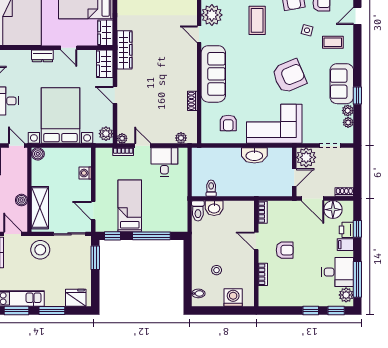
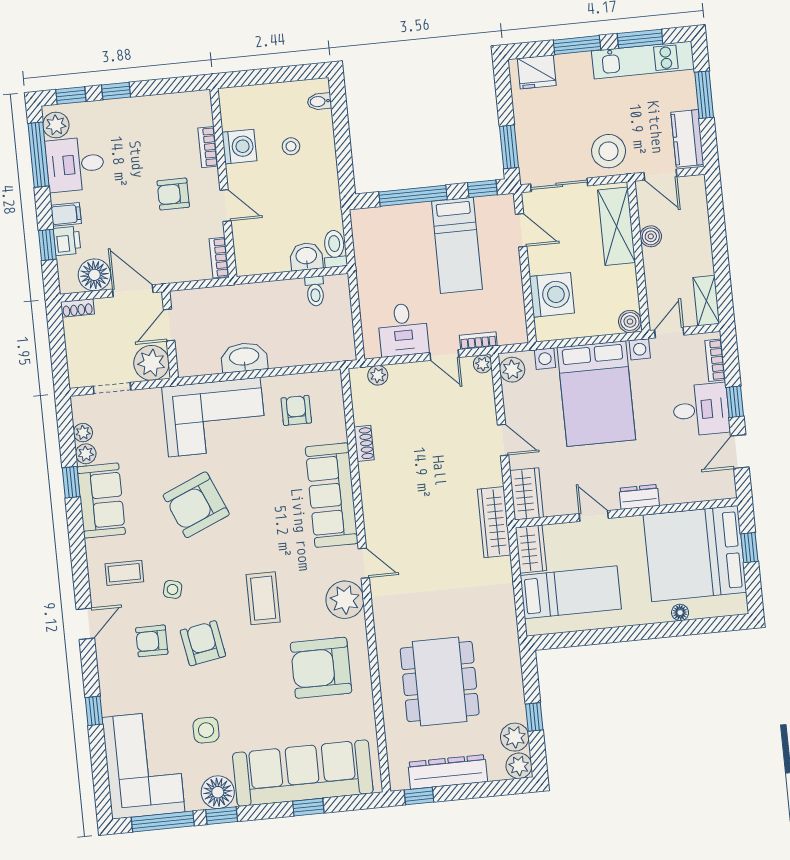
door: (17, 146) -> (669, 333), swing flipped
washing machine: (85, 173) -> (552, 295), width x1.89, depth x1.89
washing machine: (233, 298) -> (239, 147), moved, turned -90

